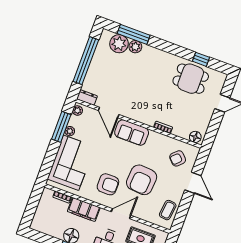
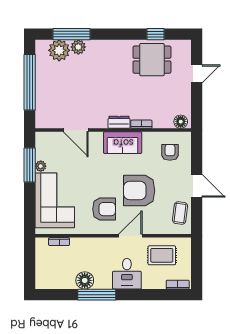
dresser: (87, 97) -> (119, 122), moved
plant: (77, 111) -> (41, 140), removed
sofa: (132, 133) -> (123, 143), moved
armchair: (178, 158) -> (170, 152), turned 134
armchair: (142, 180) -> (139, 191), turned 86
door: (193, 183) -> (197, 186), moved
filing cabinet: (84, 209) -> (88, 246), removed

